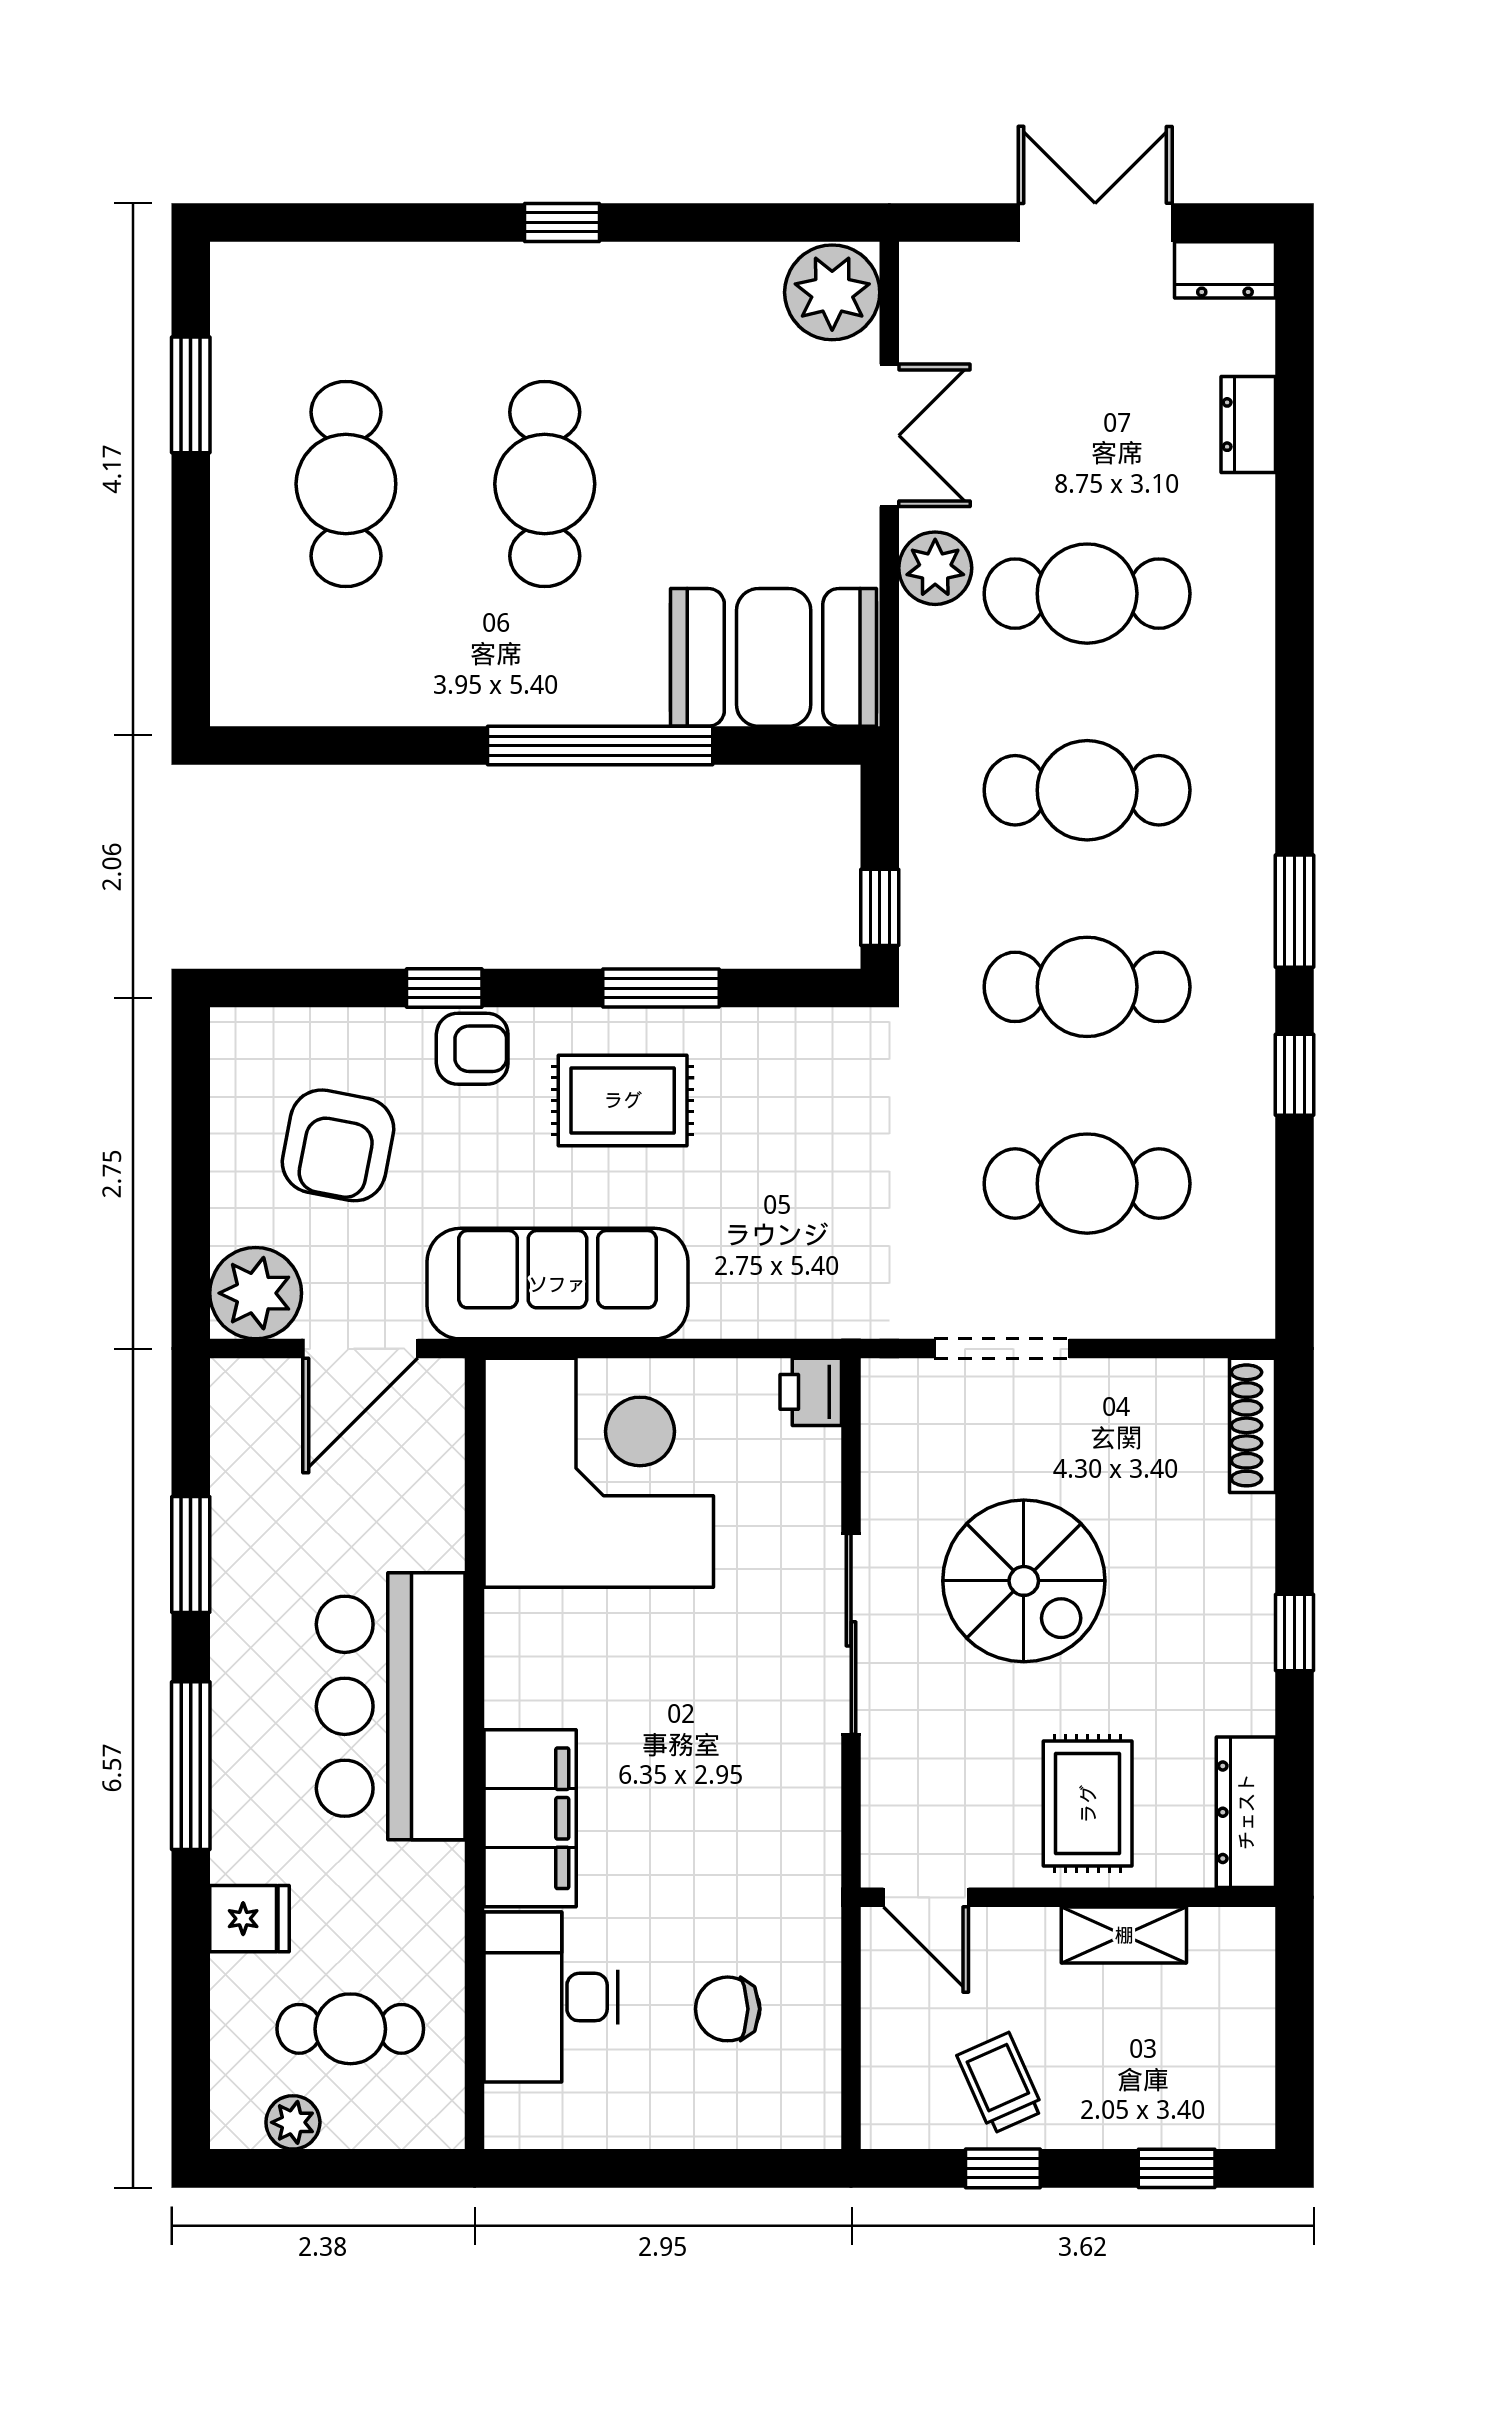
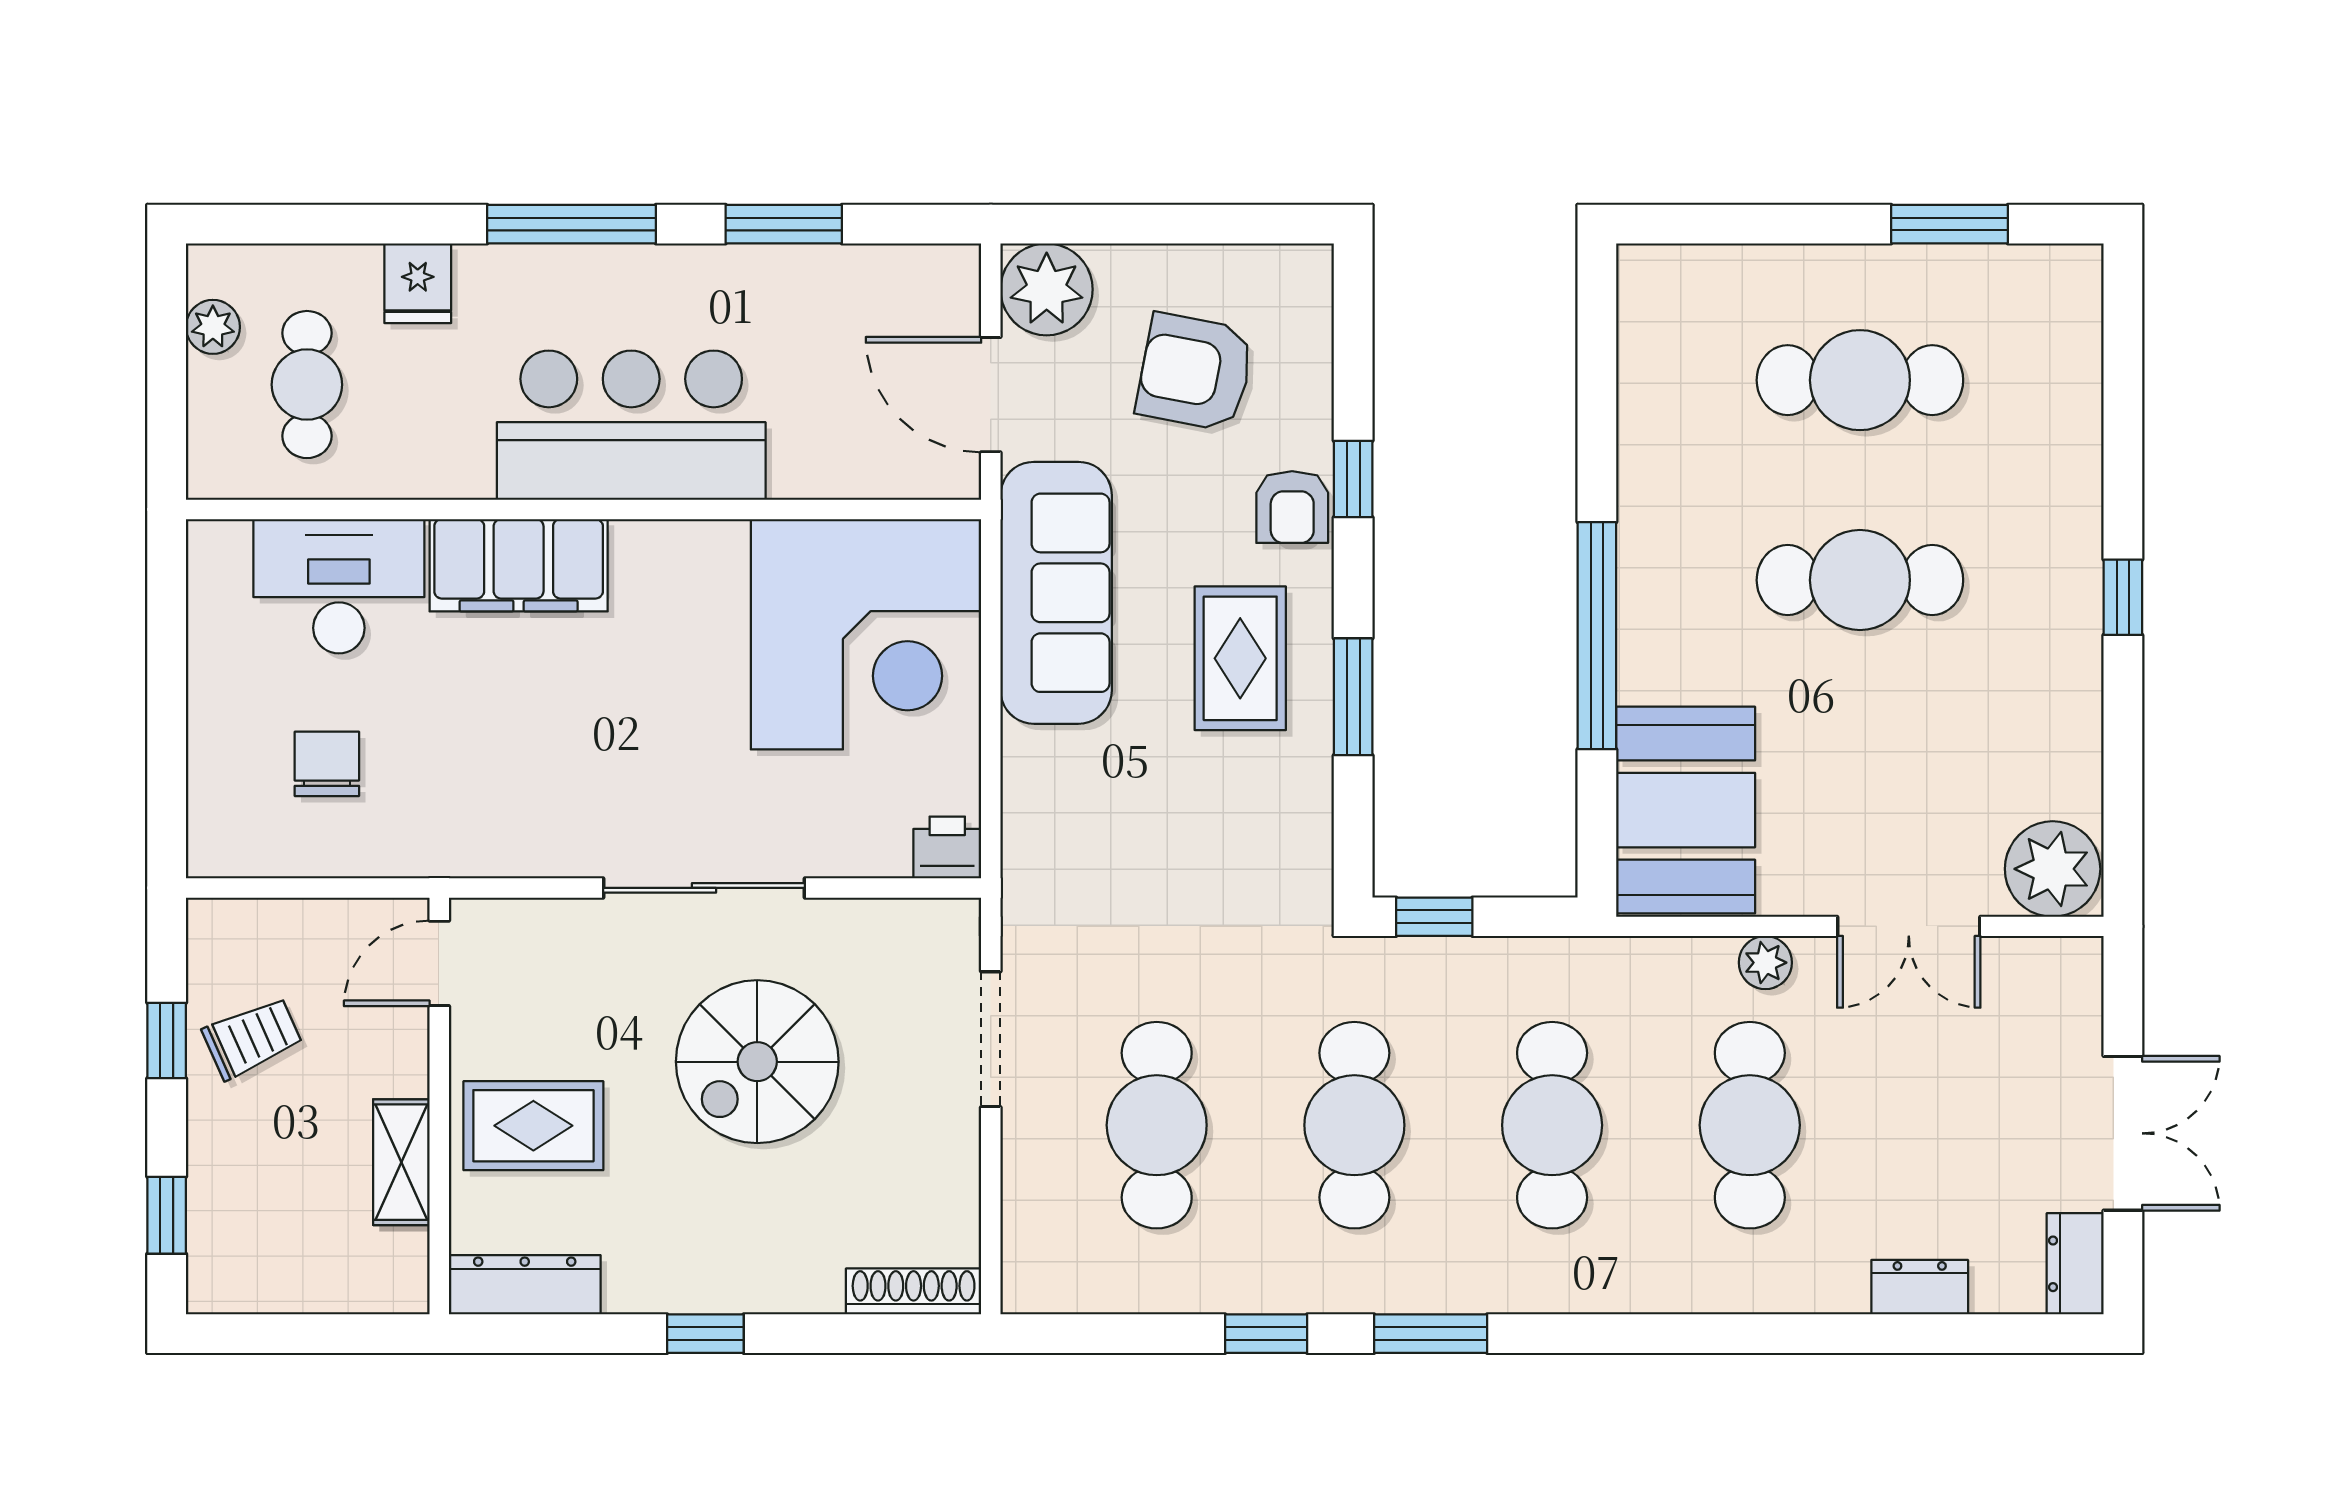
plant: (935, 568) -> (1765, 963), width x0.73, depth x0.73

